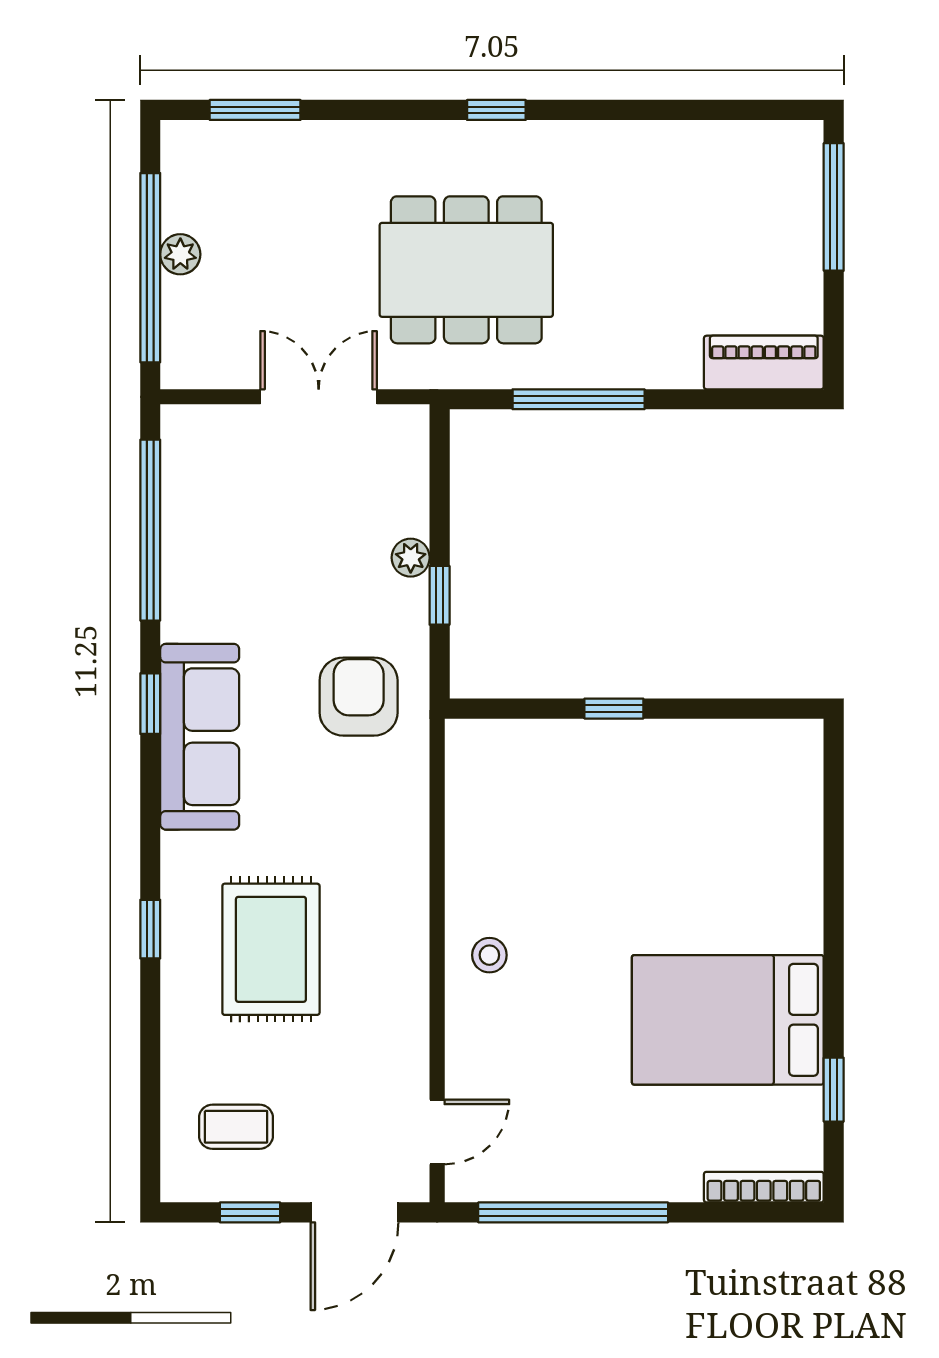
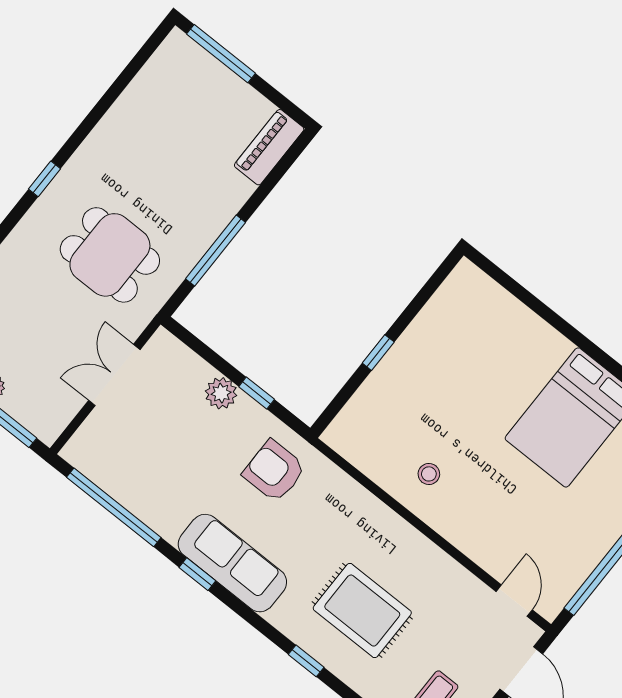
dining table: (466, 270) -> (110, 255), width x0.73
plant: (411, 558) -> (221, 393), width x1.38, depth x1.38
stool: (489, 955) -> (429, 474), moved

